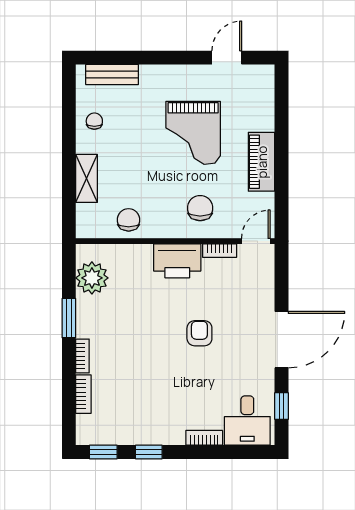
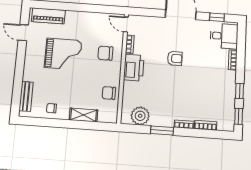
piano: (262, 162) -> (48, 16), moved
armchair: (199, 333) -> (175, 58), turned 180

